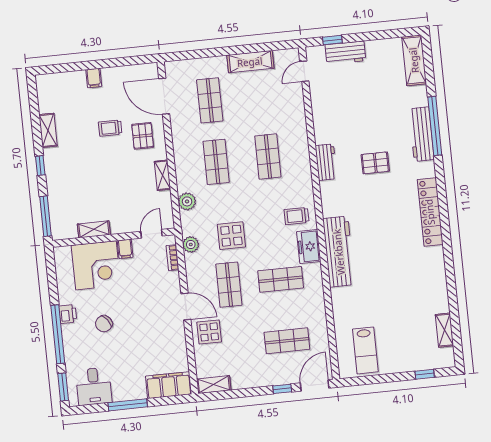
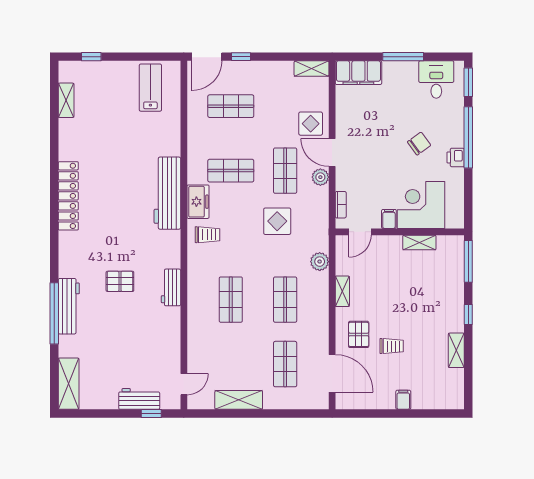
locker: (430, 212) -> (68, 196), moved
plant: (191, 245) -> (320, 177), moved

